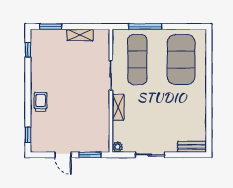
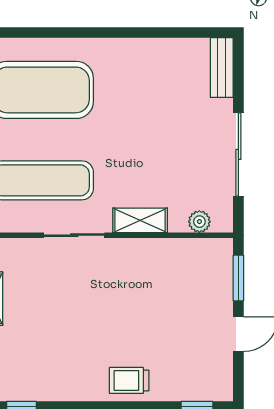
plant: (117, 147) -> (199, 222), moved
sliding door: (150, 155) -> (238, 154), width x1.37

